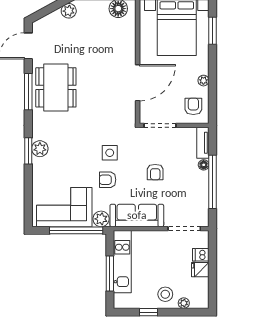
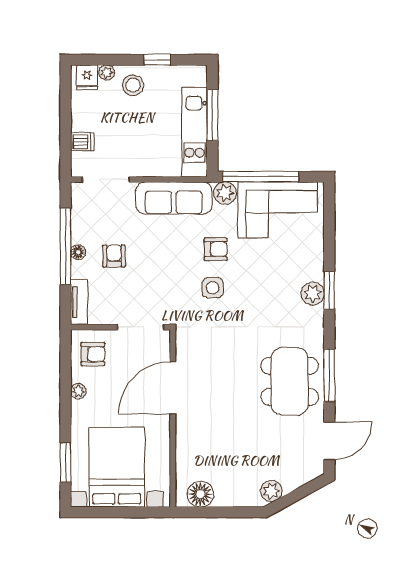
armchair: (193, 106) -> (93, 354), turned -90
floor lamp: (204, 165) -> (78, 252), moved
armchair: (155, 172) -> (114, 256), moved
fridge: (200, 270) -> (87, 77), moved, turned 90

